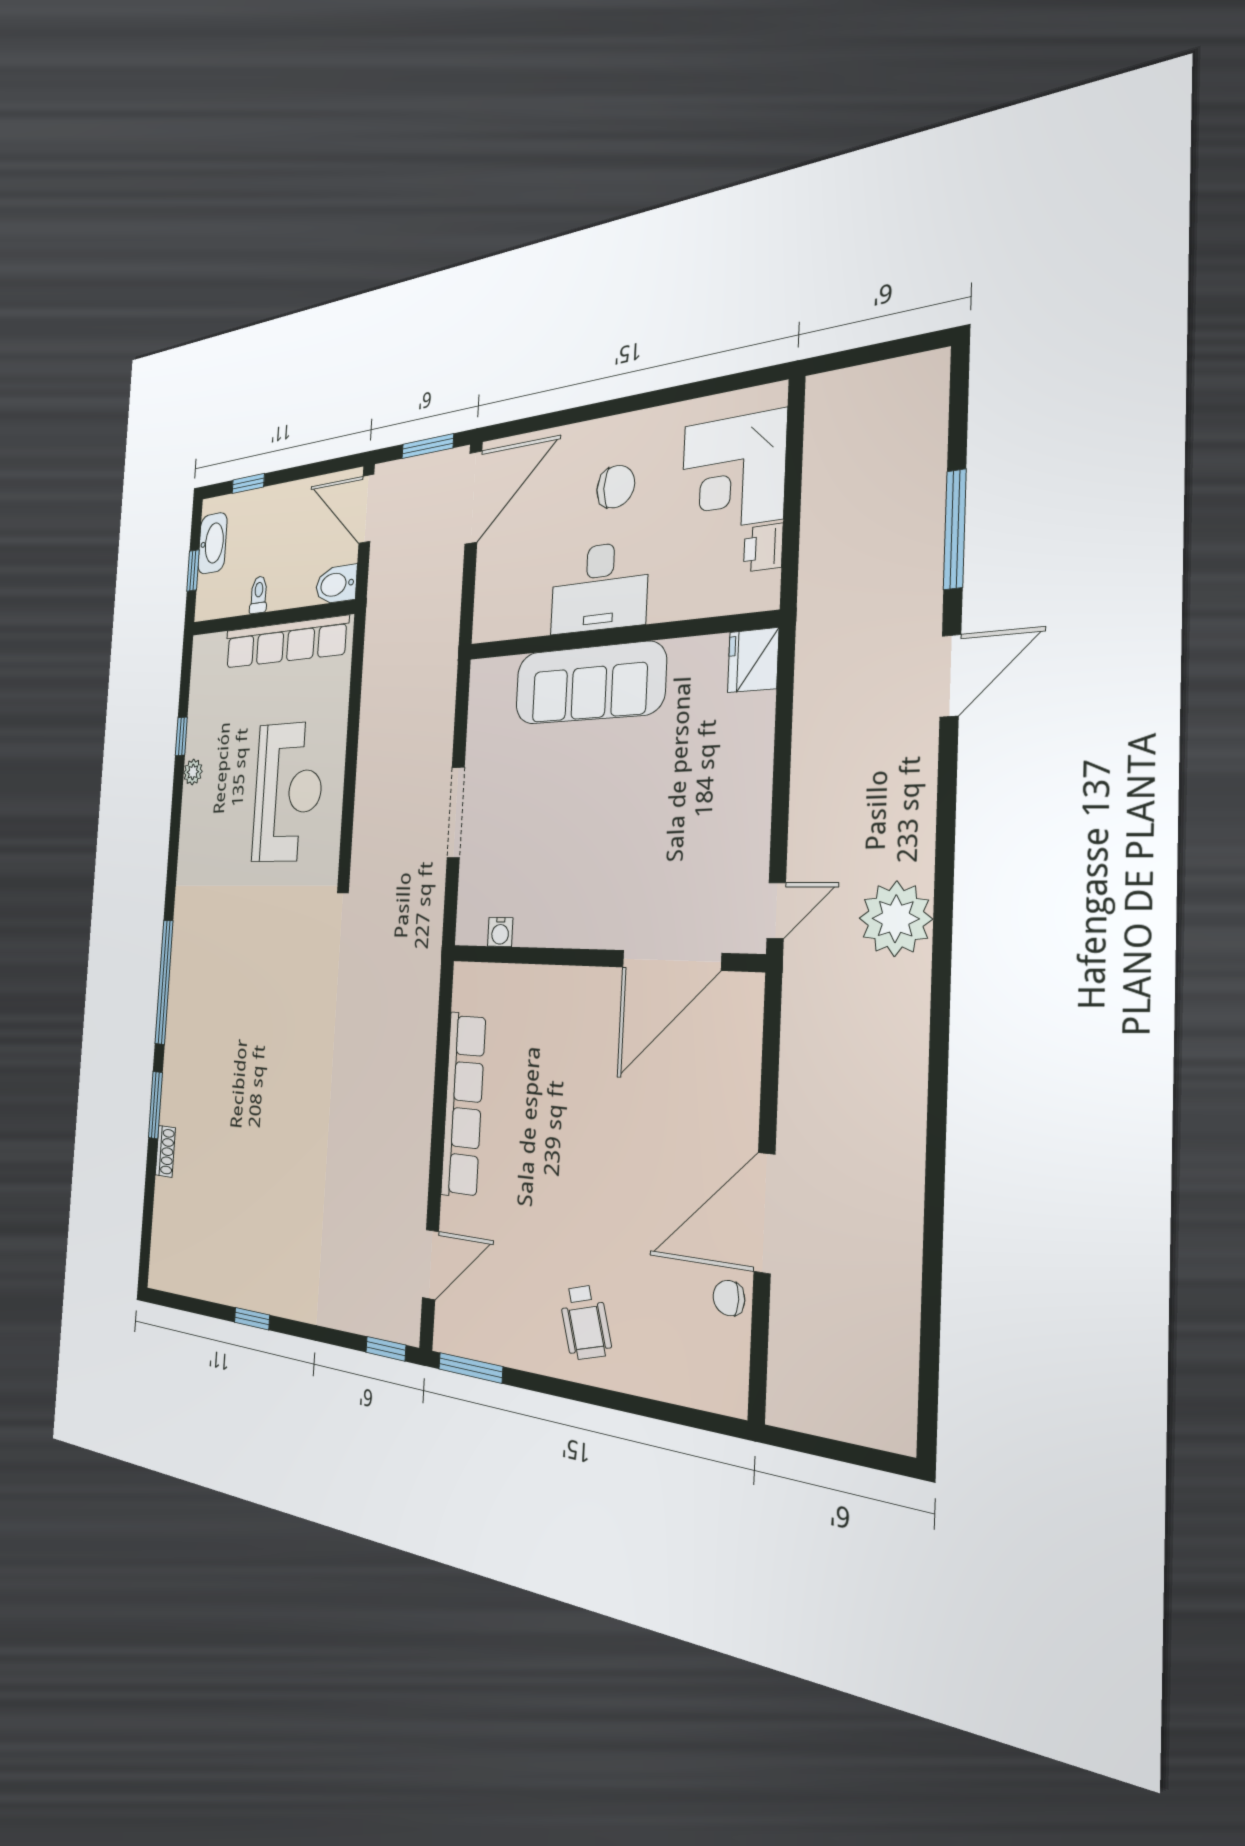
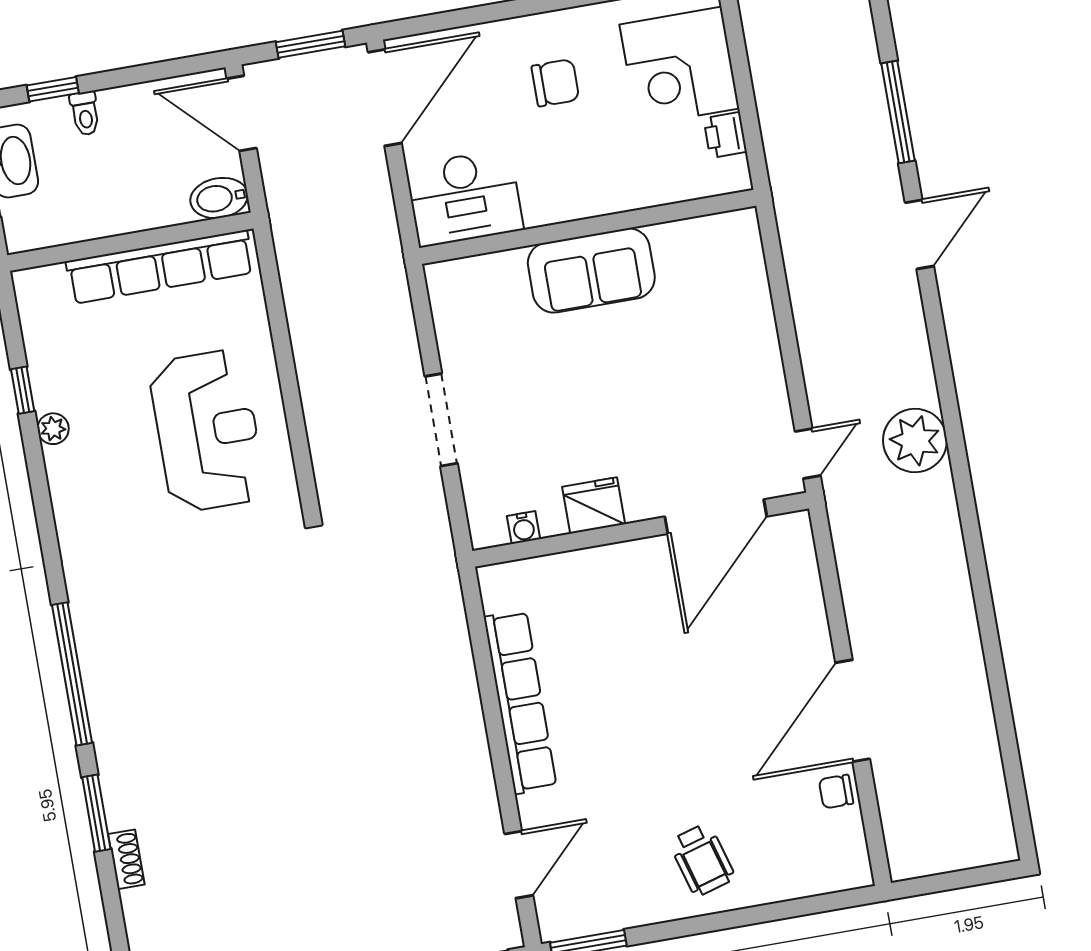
desk: (599, 587) -> (465, 198), moved
toilet: (259, 595) -> (85, 113), moved, turned 180
fridge: (753, 660) -> (594, 505), moved, turned 90
sofa: (589, 683) -> (591, 270), width x0.73

